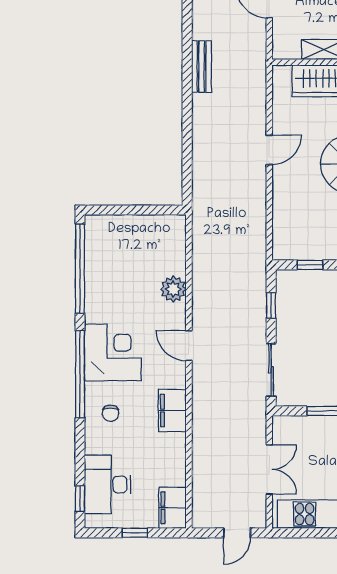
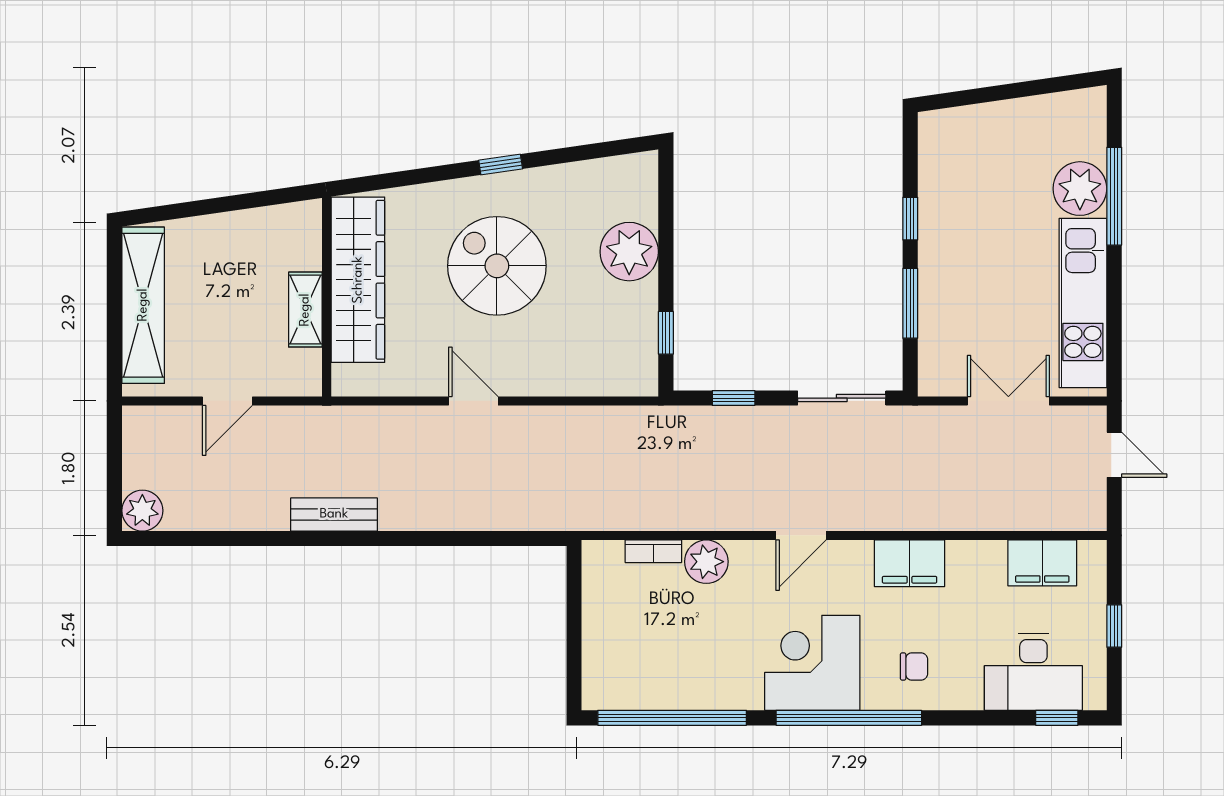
bookcase: (179, 257) -> (653, 551), added
filing cabinet: (173, 508) -> (1042, 563), moved

